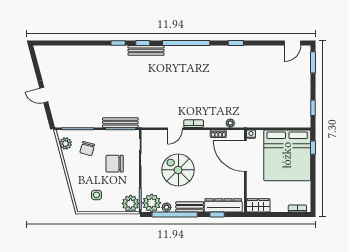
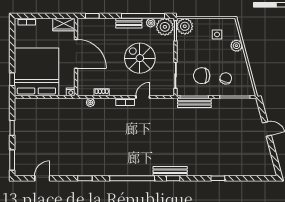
window: (118, 43) -> (218, 178), moved
door: (293, 43) -> (42, 178), moved
window: (313, 108) -> (12, 128), moved
plant: (65, 143) -> (236, 46), moved
door: (245, 156) -> (76, 54), moved
chair: (115, 164) -> (202, 76), moved, turned 180
spiral stairs: (178, 170) -> (140, 58), turned 180
dresser: (223, 205) -> (97, 25), removed
window: (217, 214) -> (92, 16), moved

